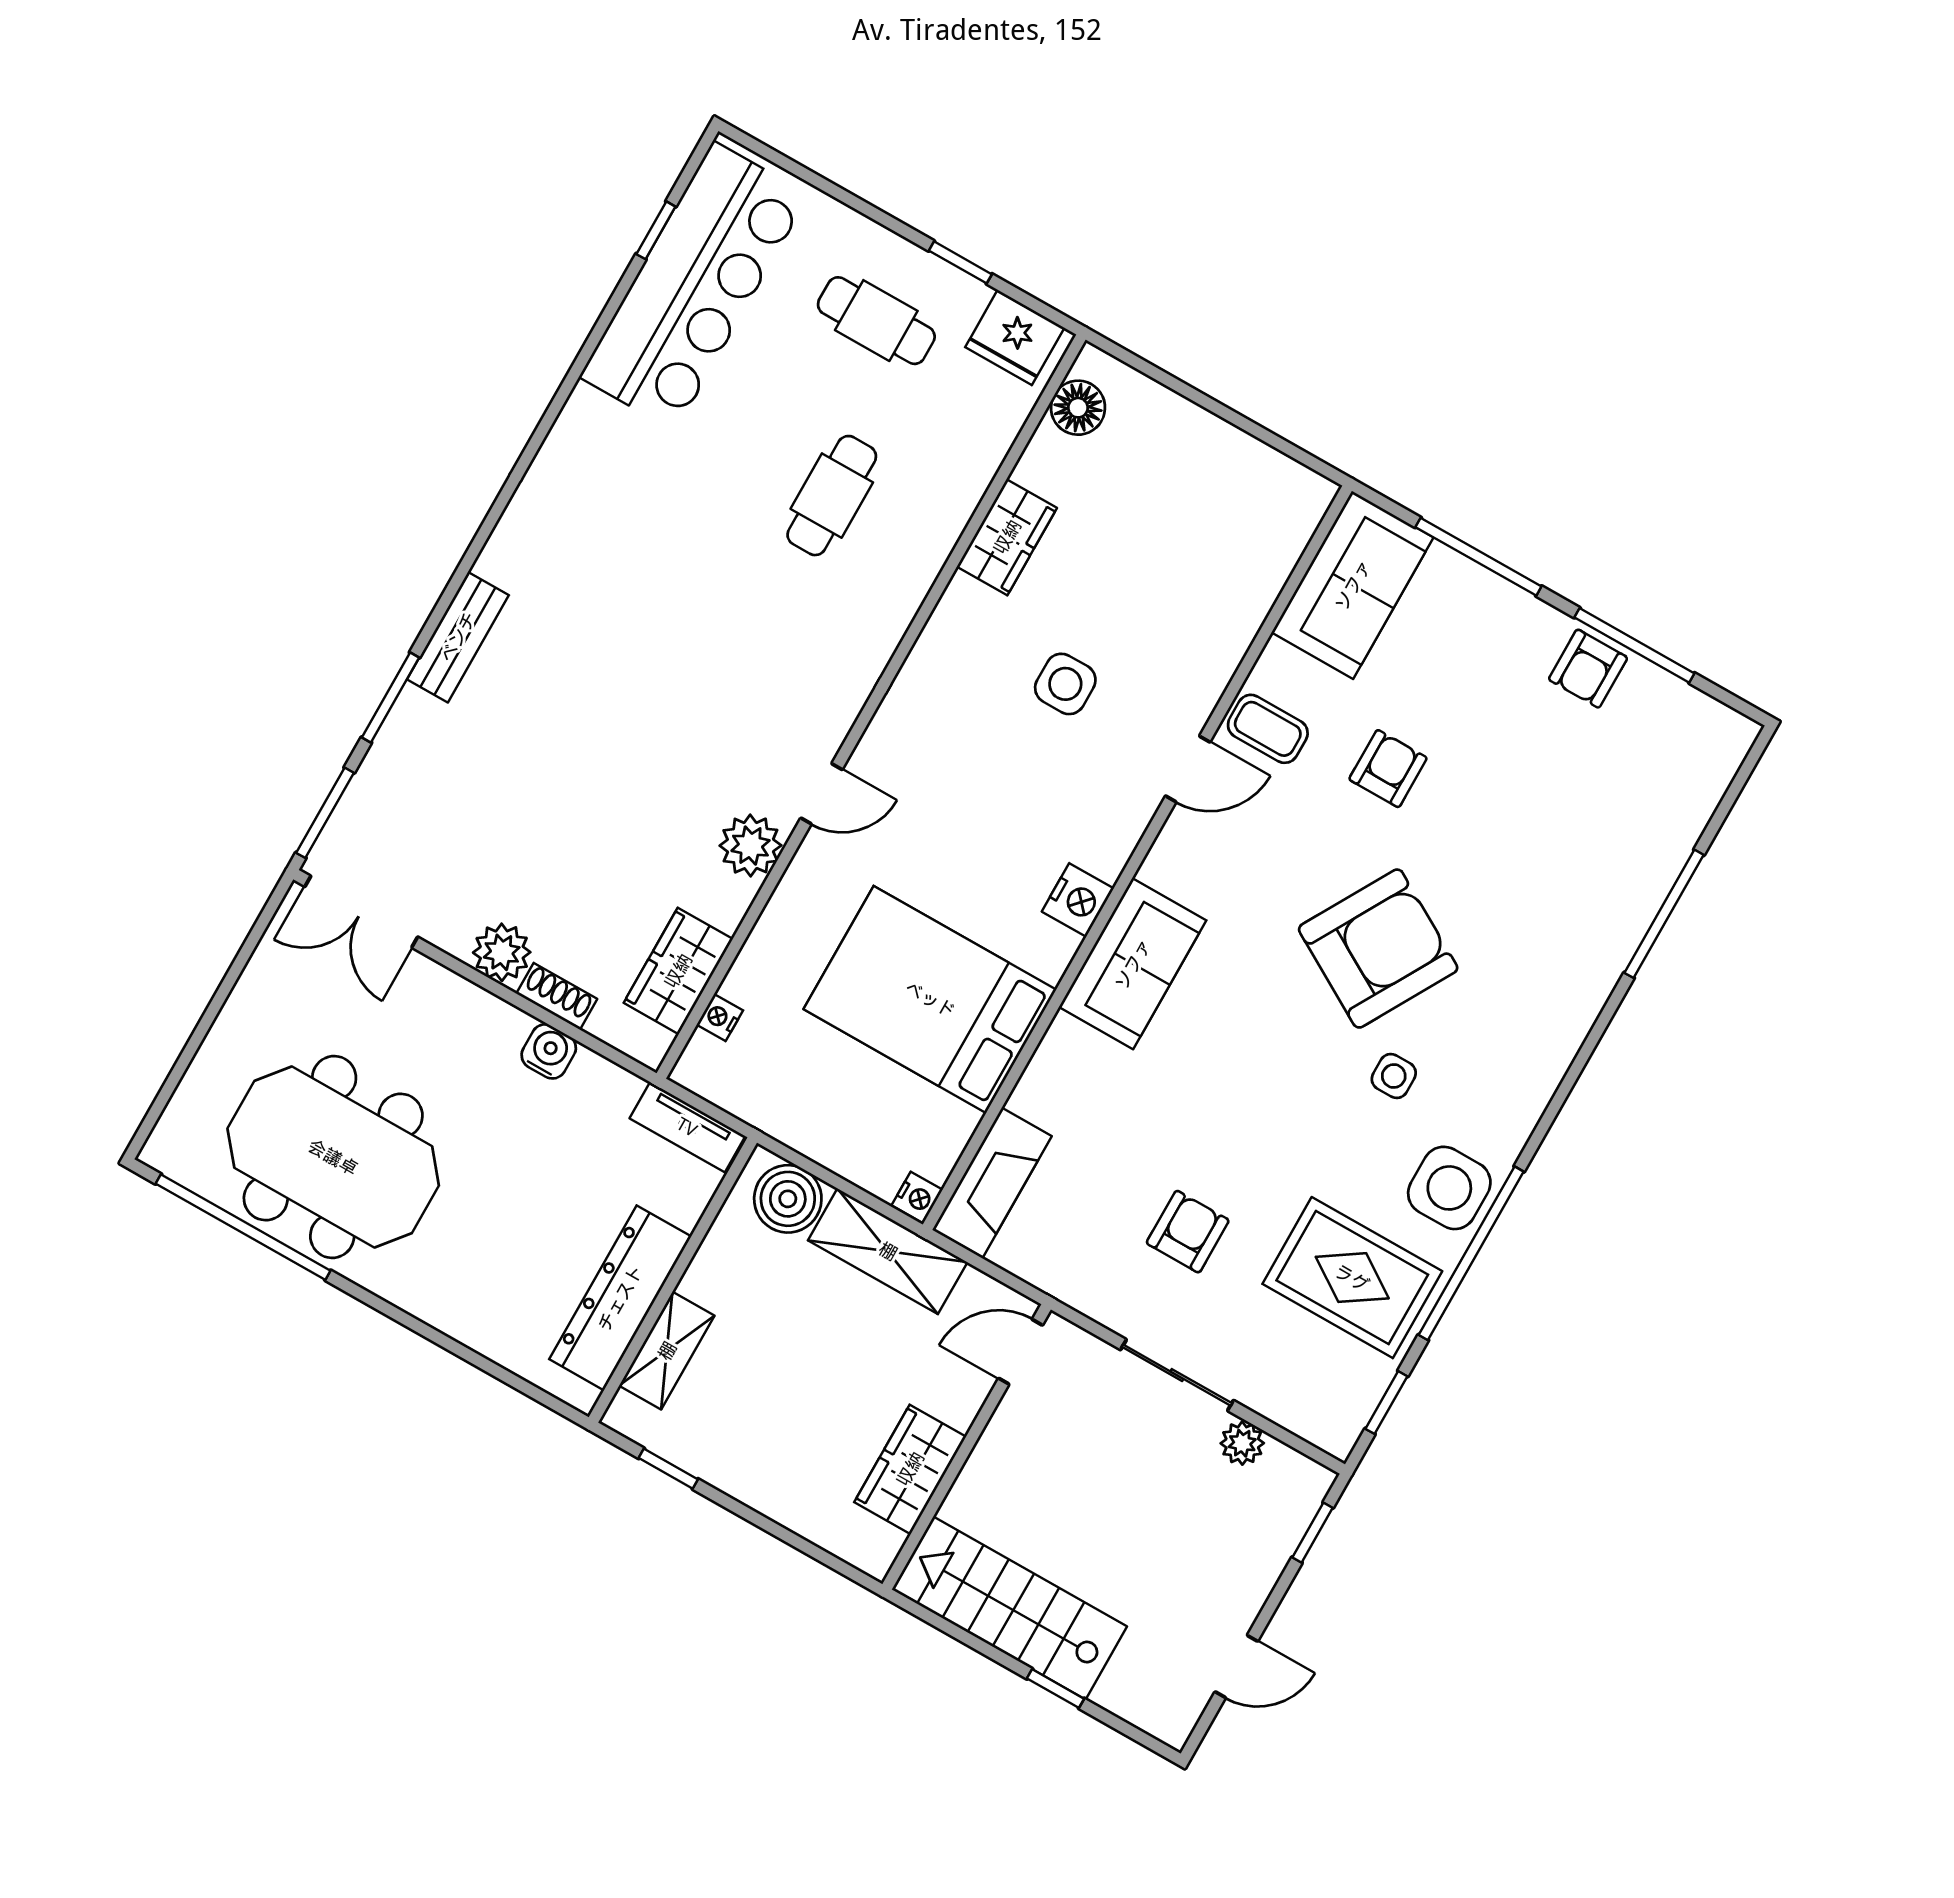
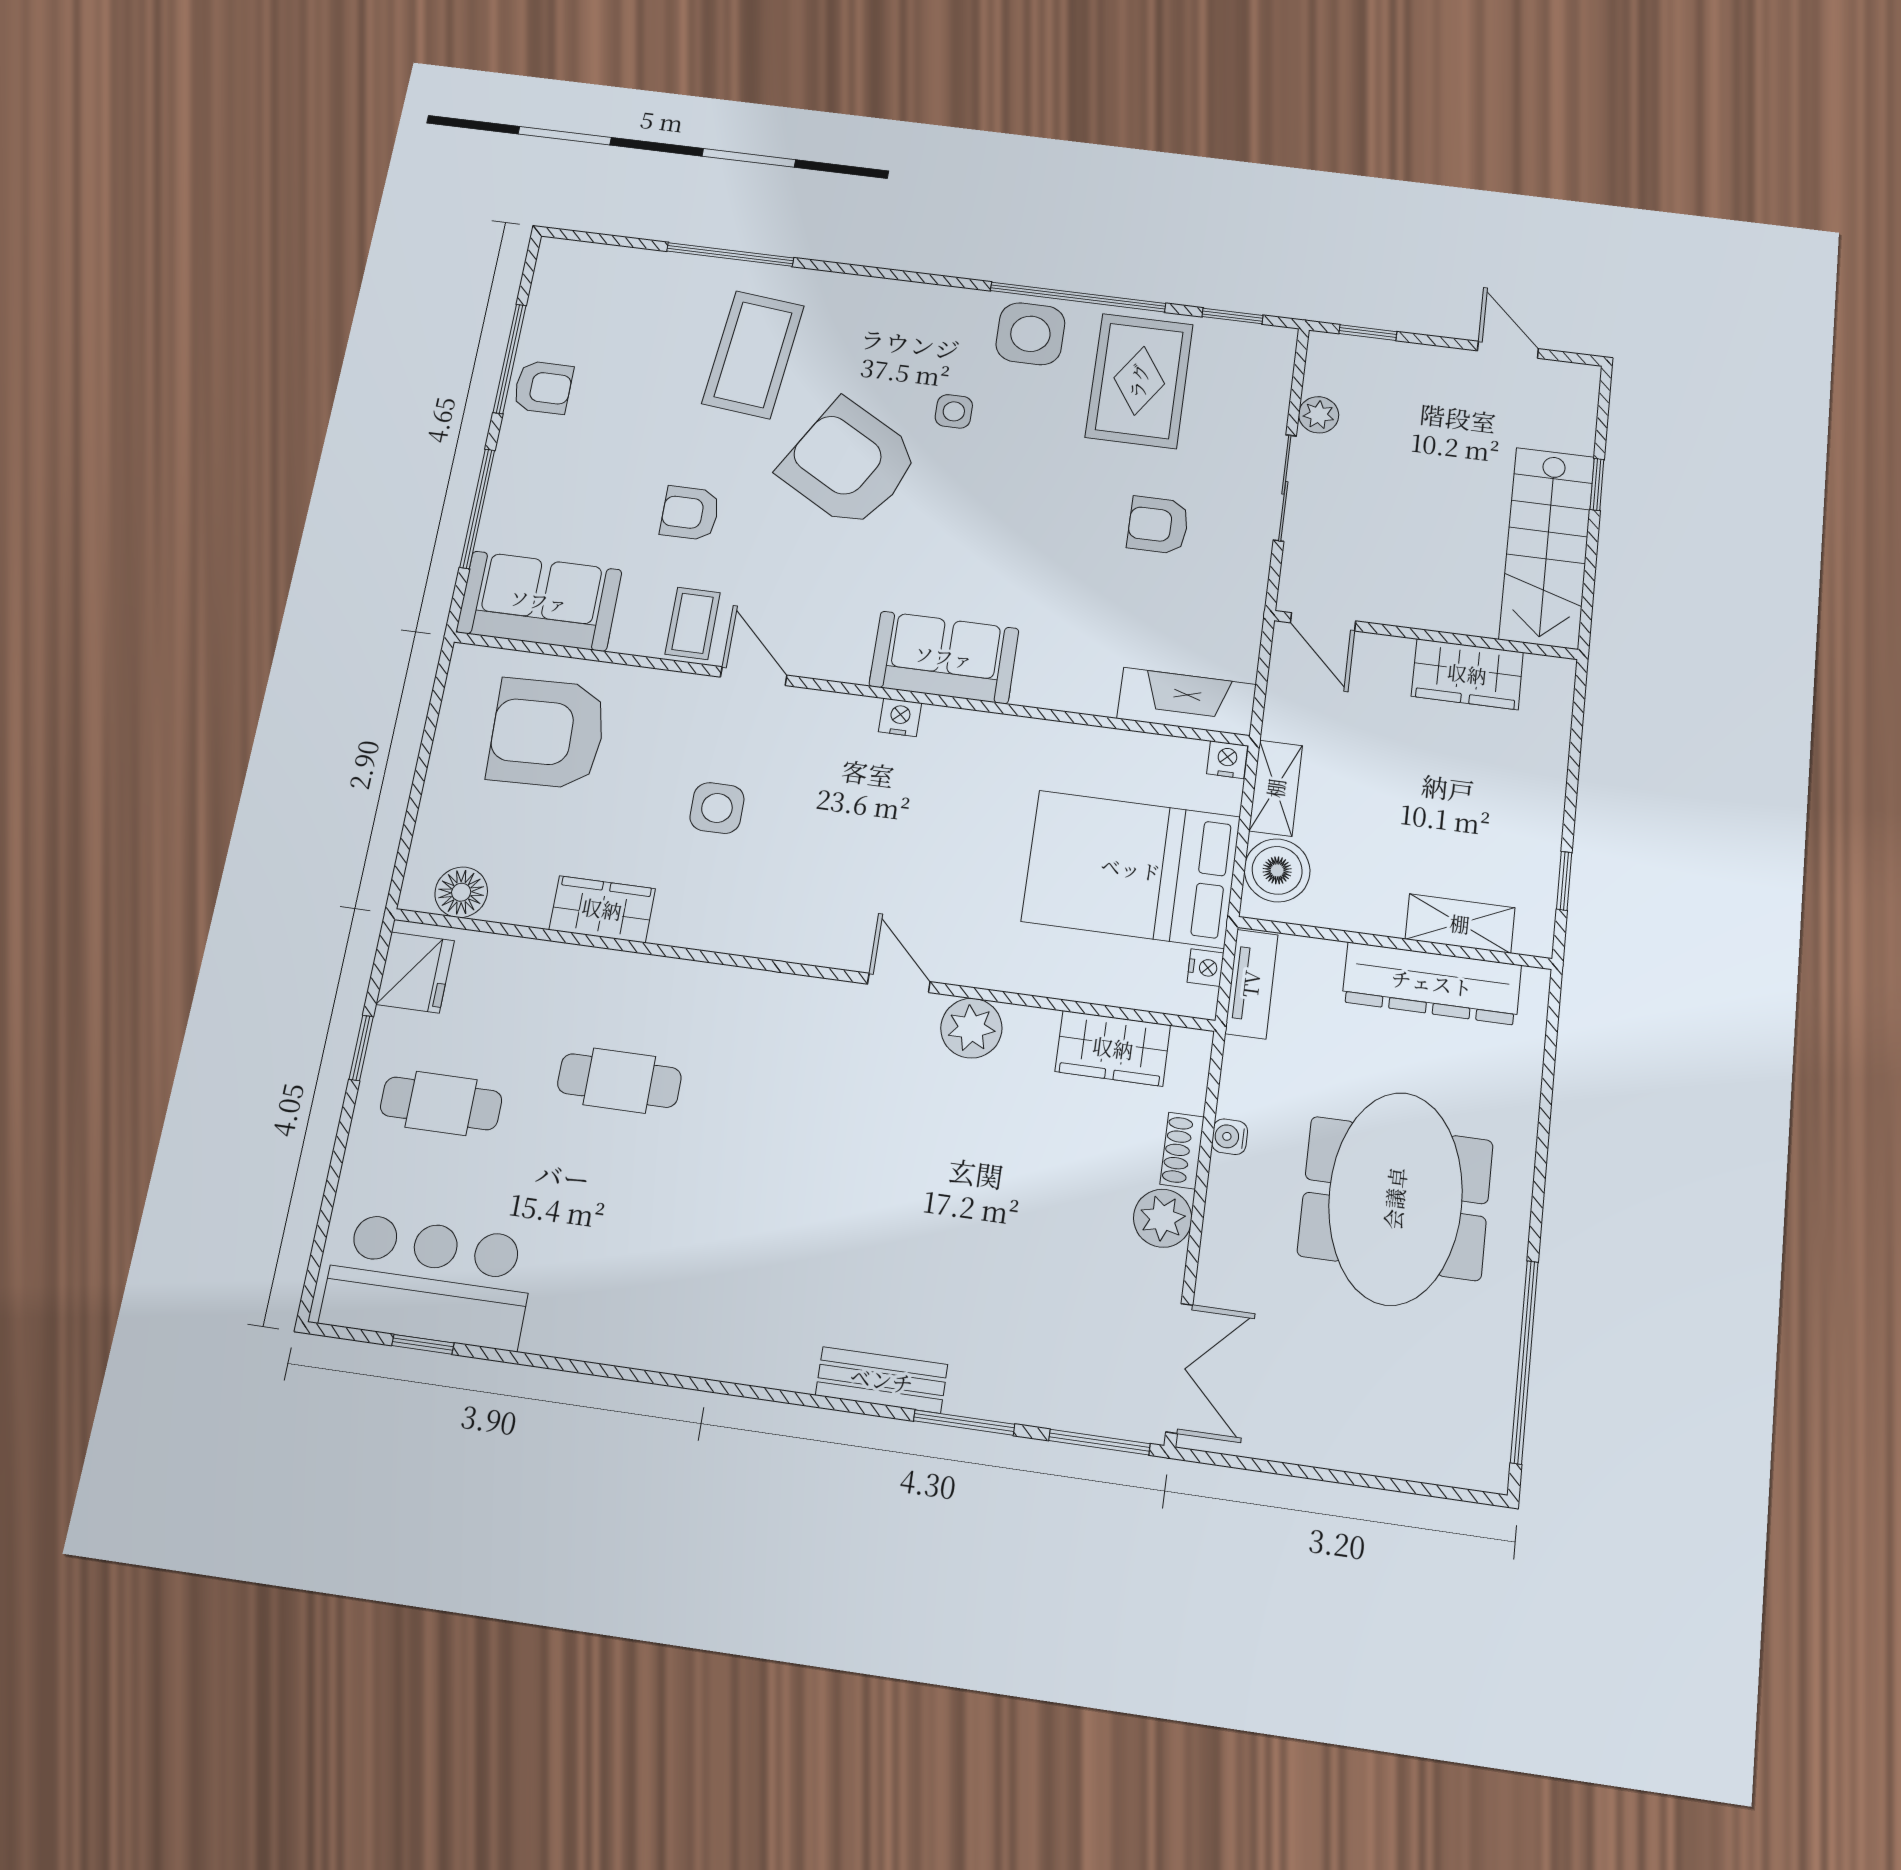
bar counter: (694, 286) -> (429, 1281), width x0.73
cafe table: (876, 321) -> (441, 1103), turned 90
armchair: (1209, 546) -> (547, 733), added
coffee table: (1539, 896) -> (753, 355), added
nightstand: (1078, 900) -> (900, 717), width x0.72, depth x0.74
bed: (930, 999) -> (1131, 869), moved, turned 90
nightstand: (720, 1017) -> (1205, 968), moved, turned -90
water cooler: (549, 1051) -> (1230, 1137), width x0.72, depth x0.72
meeting table: (333, 1157) -> (1395, 1198), moved
shelving: (888, 1251) -> (1276, 788), width x0.67, depth x0.75

